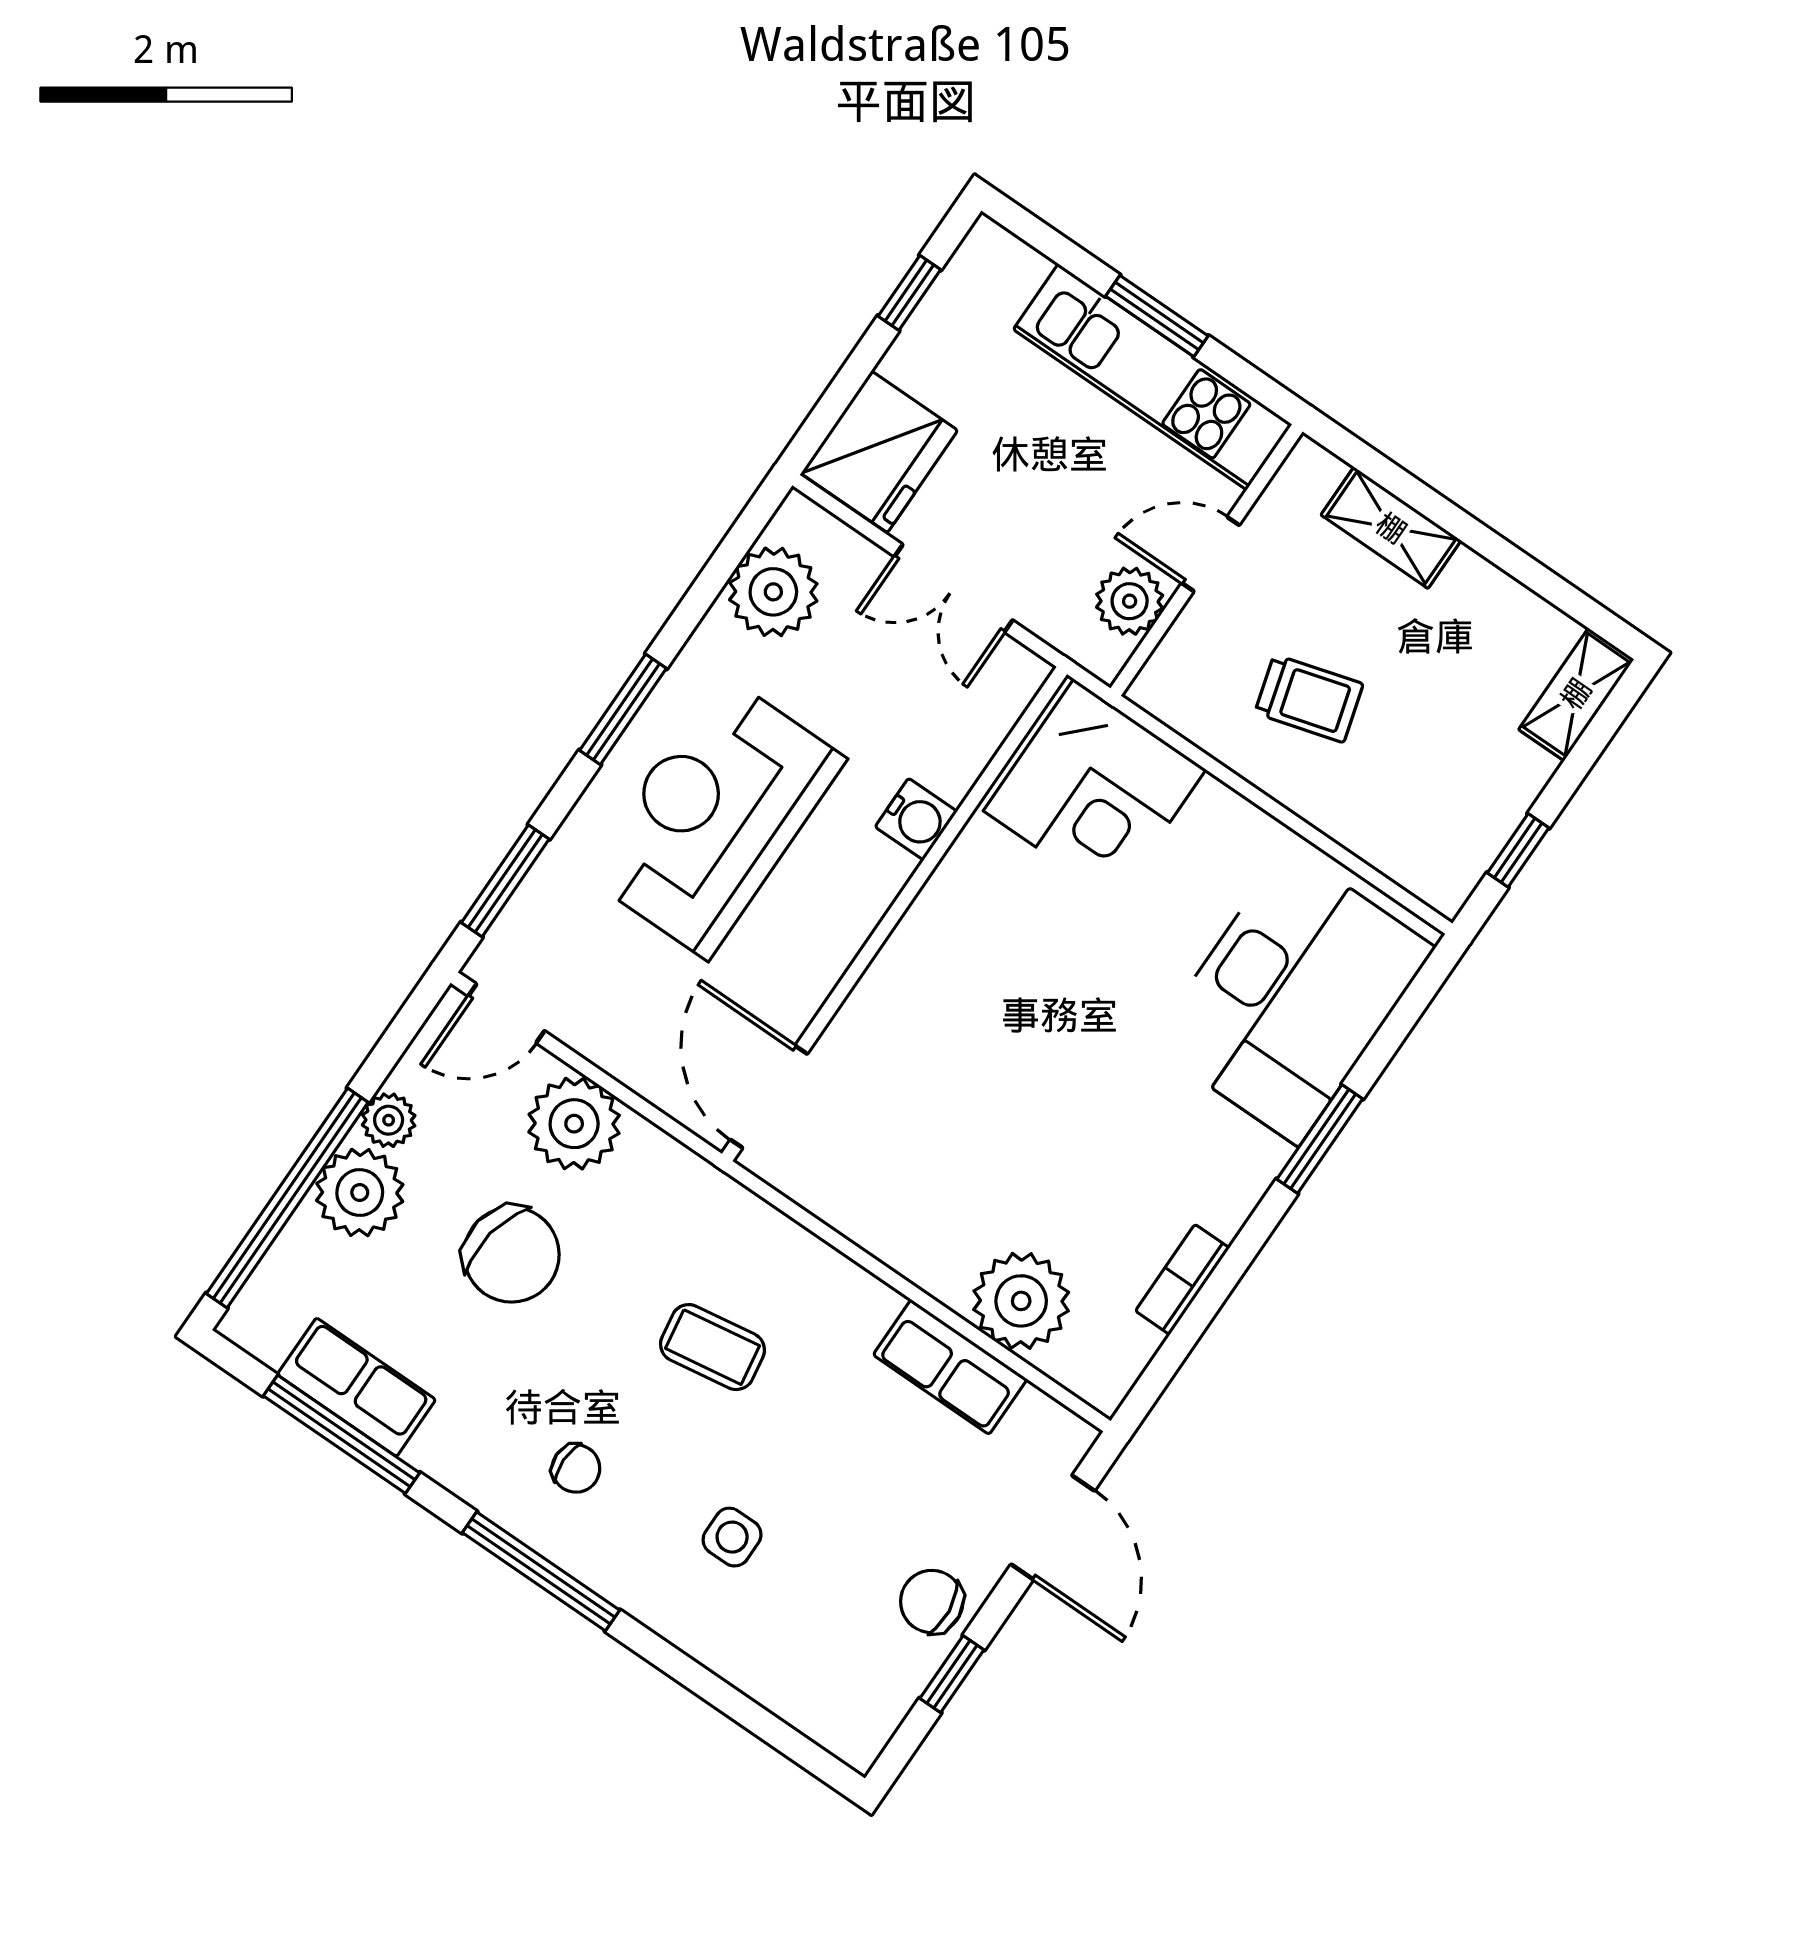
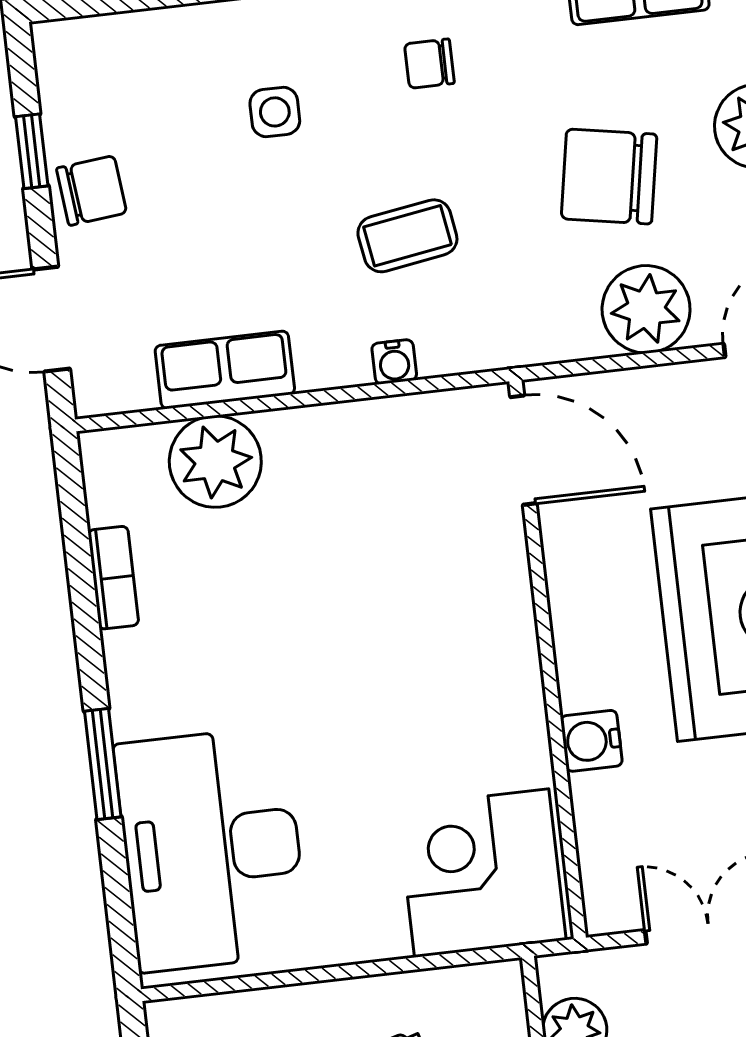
water cooler: (810, 1256) -> (394, 362), added

